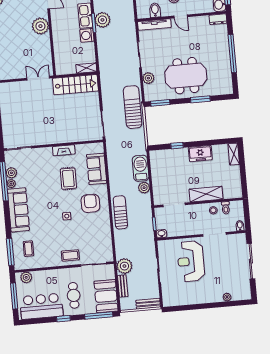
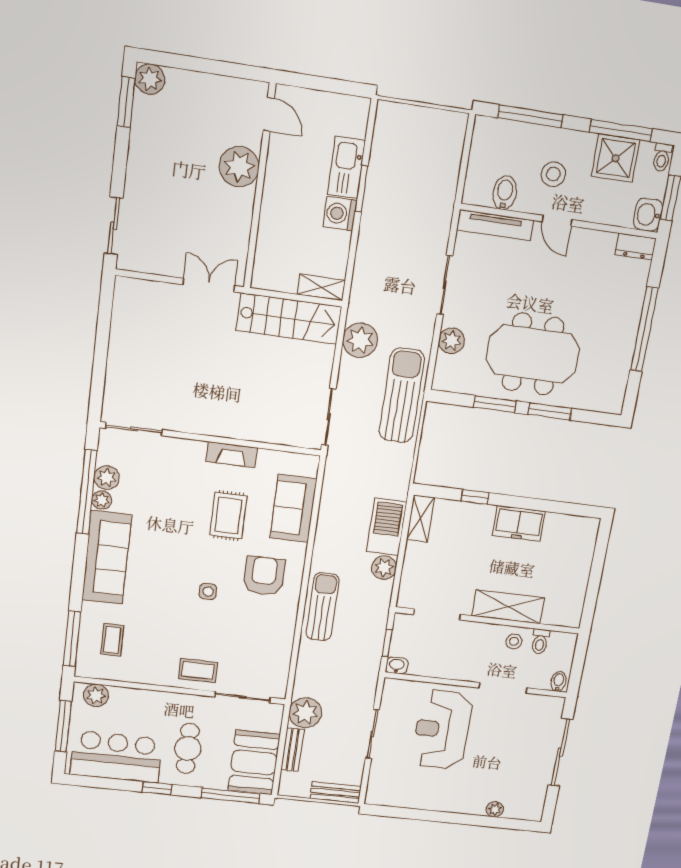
plant: (102, 20) -> (360, 340), moved
window: (160, 103) -> (495, 404), moved
shelving: (234, 154) -> (420, 519), moved

